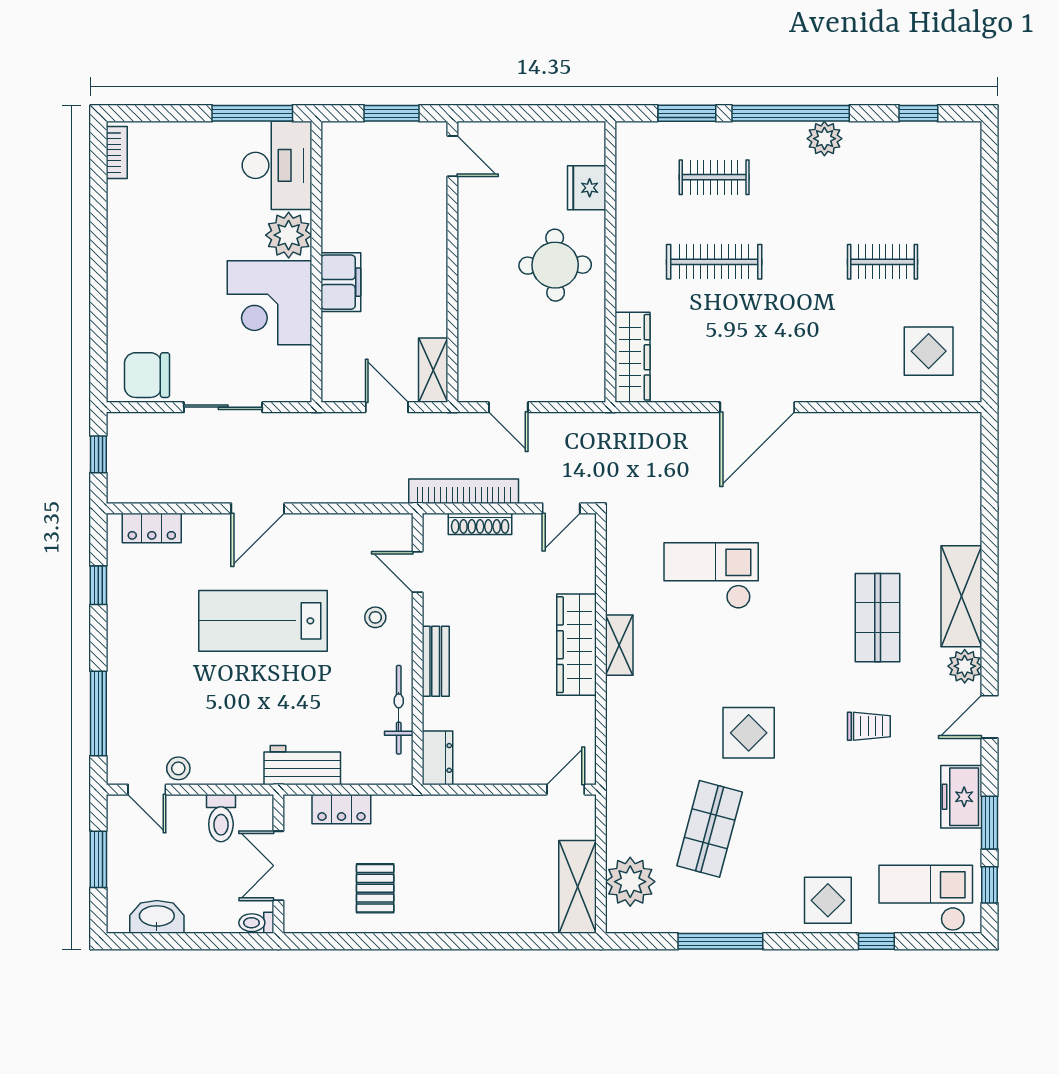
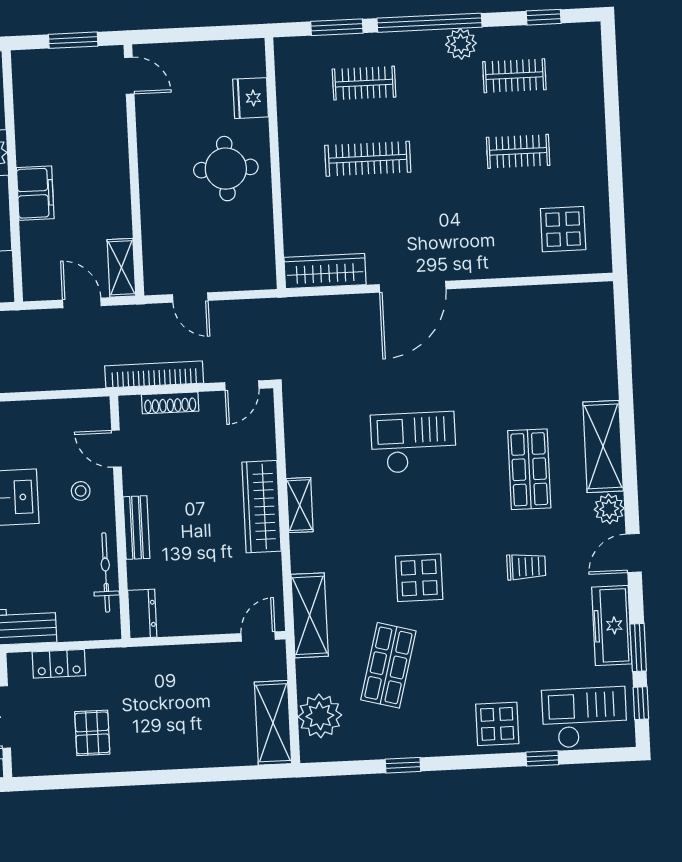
clothes rail: (883, 177) -> (514, 76), added
wardrobe: (633, 357) -> (325, 271), moved, turned -90
checkout: (711, 576) -> (413, 443), moved
shelving: (624, 769) -> (310, 615), added
freezer: (961, 797) -> (612, 626), width x1.40
window: (720, 941) -> (403, 765), width x0.46

